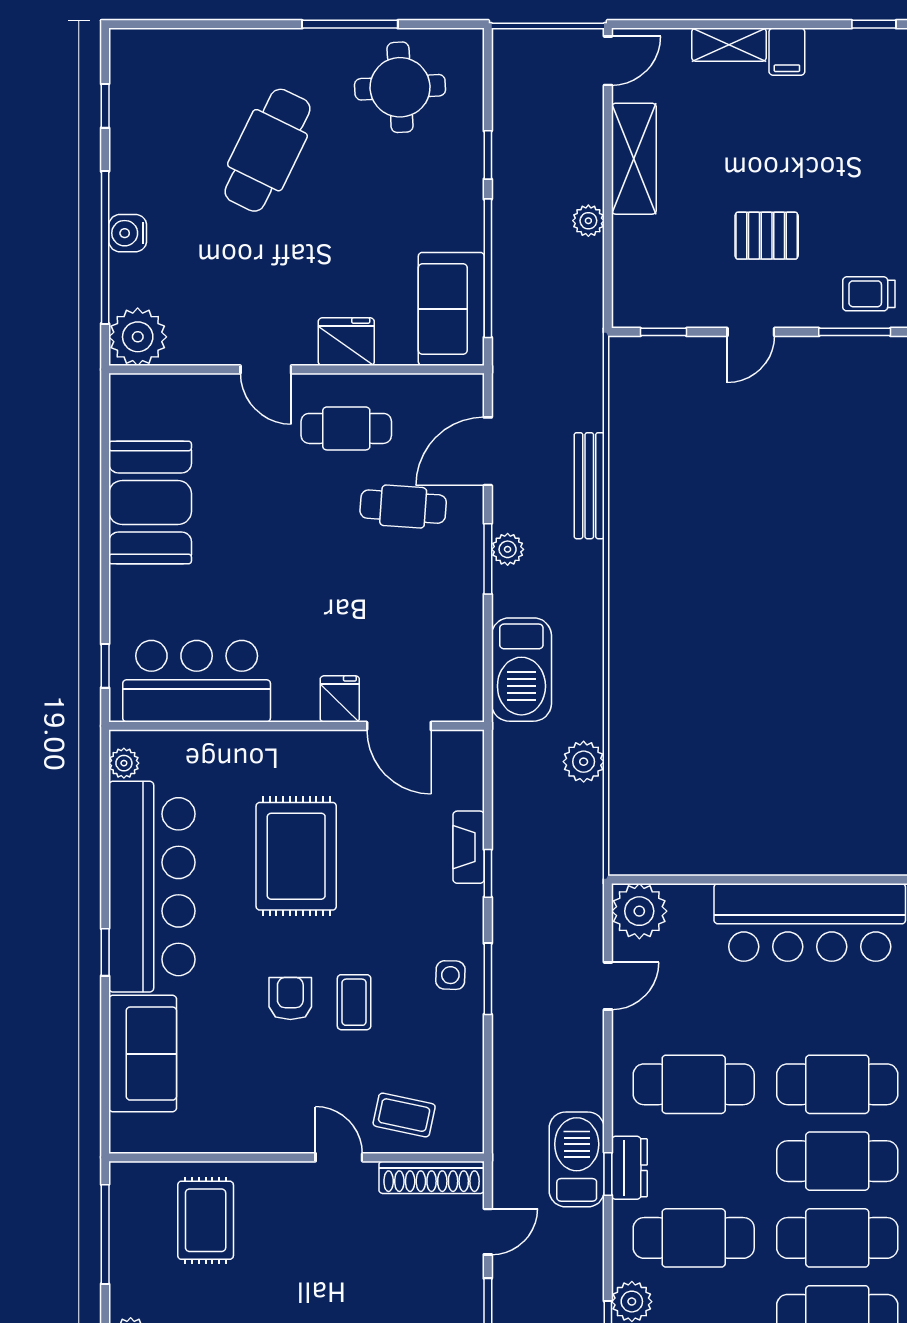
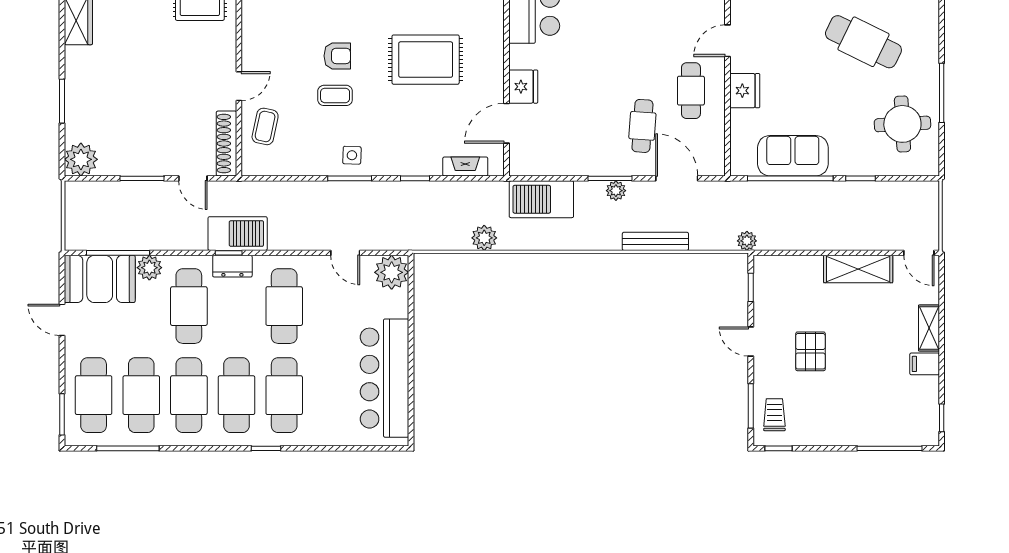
plant: (588, 221) -> (747, 241), moved
sofa: (451, 309) -> (793, 156), moved
fridge: (340, 699) -> (523, 87), width x1.38
fireplace: (469, 847) -> (465, 166), moved

